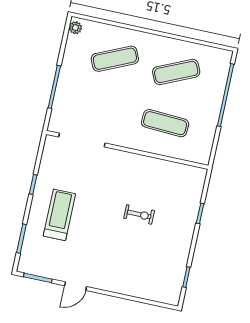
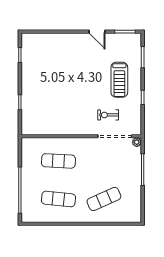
plant: (75, 28) -> (137, 142), moved
exercise mat: (176, 72) -> (58, 199), turned 30
exercise bike: (139, 214) -> (108, 115), moved
door: (76, 286) -> (97, 32), swing flipped

